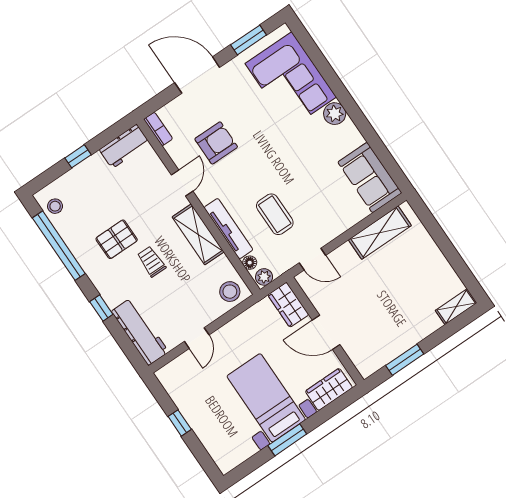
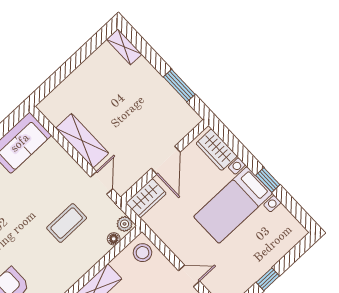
tv unit: (229, 229) -> (86, 263), removed
shelving: (380, 233) -> (82, 141), moved
window: (287, 440) -> (268, 180), width x0.67

